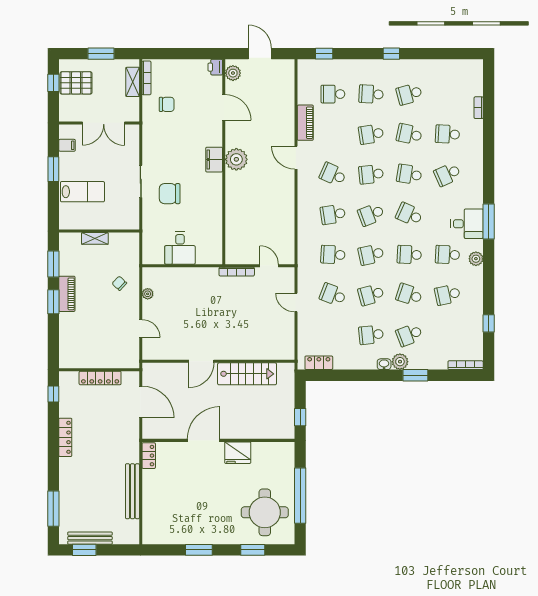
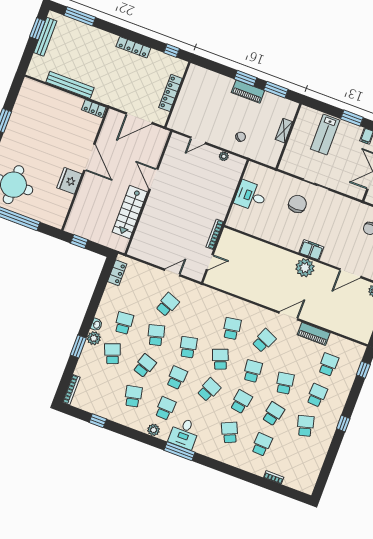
school desk: (333, 255) -> (200, 317), removed

